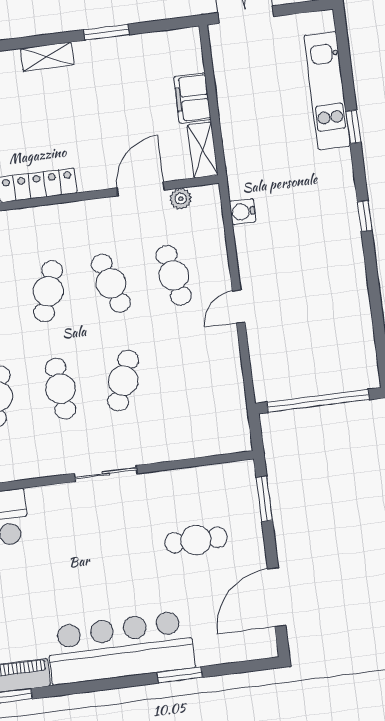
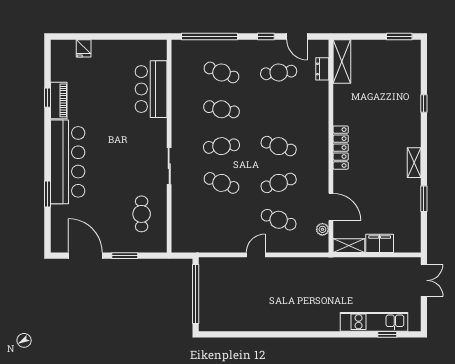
window: (353, 127) -> (387, 334), moved
water cooler: (243, 212) -> (310, 264), removed
window: (365, 216) -> (299, 334), removed
cafe table: (174, 275) -> (279, 220), turned 33
door: (239, 307) -> (256, 255), hinge flipped
window: (264, 499) -> (125, 256), moved
cafe table: (196, 540) -> (142, 214), moved

